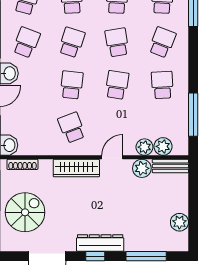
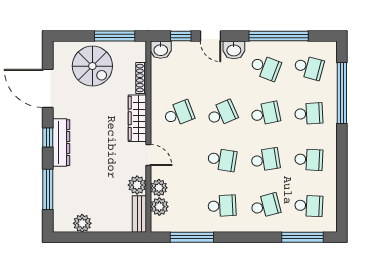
school desk: (72, 42) -> (265, 114), turned -30
school desk: (162, 42) -> (265, 206), turned -36
school desk: (72, 85) -> (222, 114), turned -30
shoe rack: (22, 164) -> (141, 78), moved

